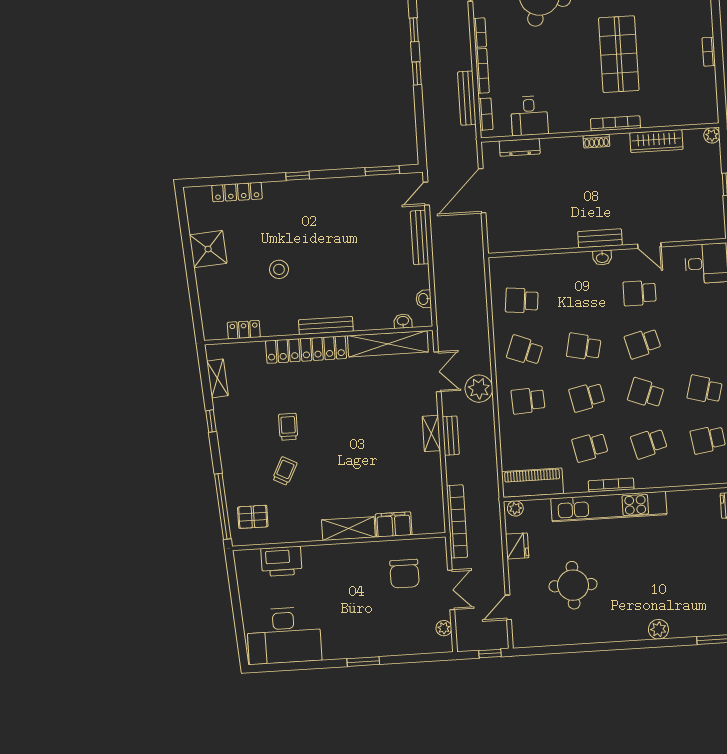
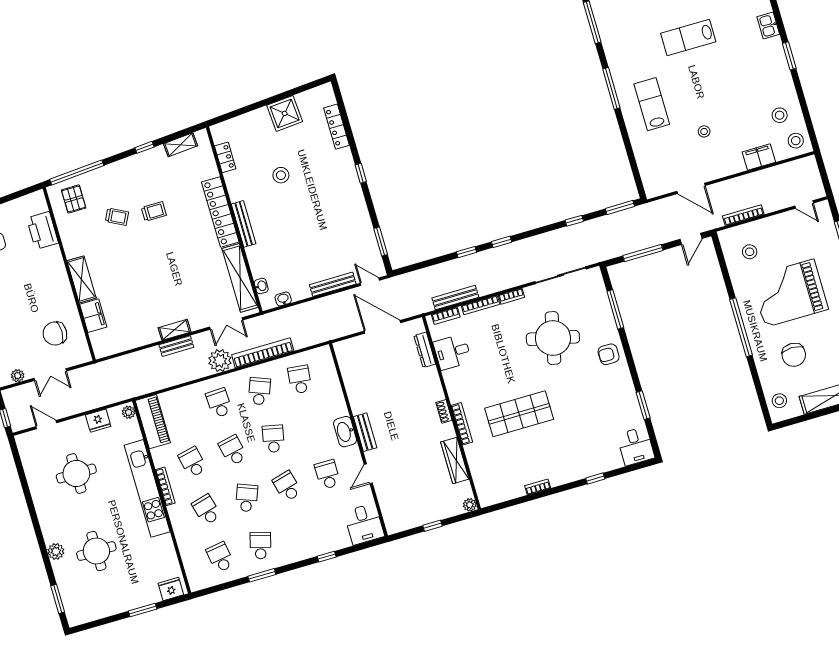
washbasin: (602, 258) -> (345, 432), width x1.91, depth x1.45
bookcase: (457, 521) -> (263, 353), moved, turned 180
round table: (668, 582) -> (96, 551), added

